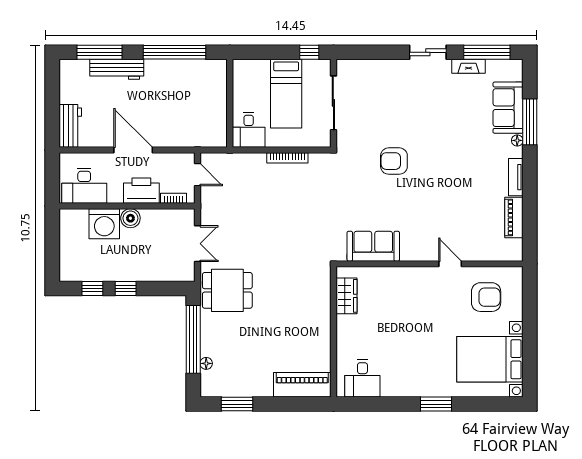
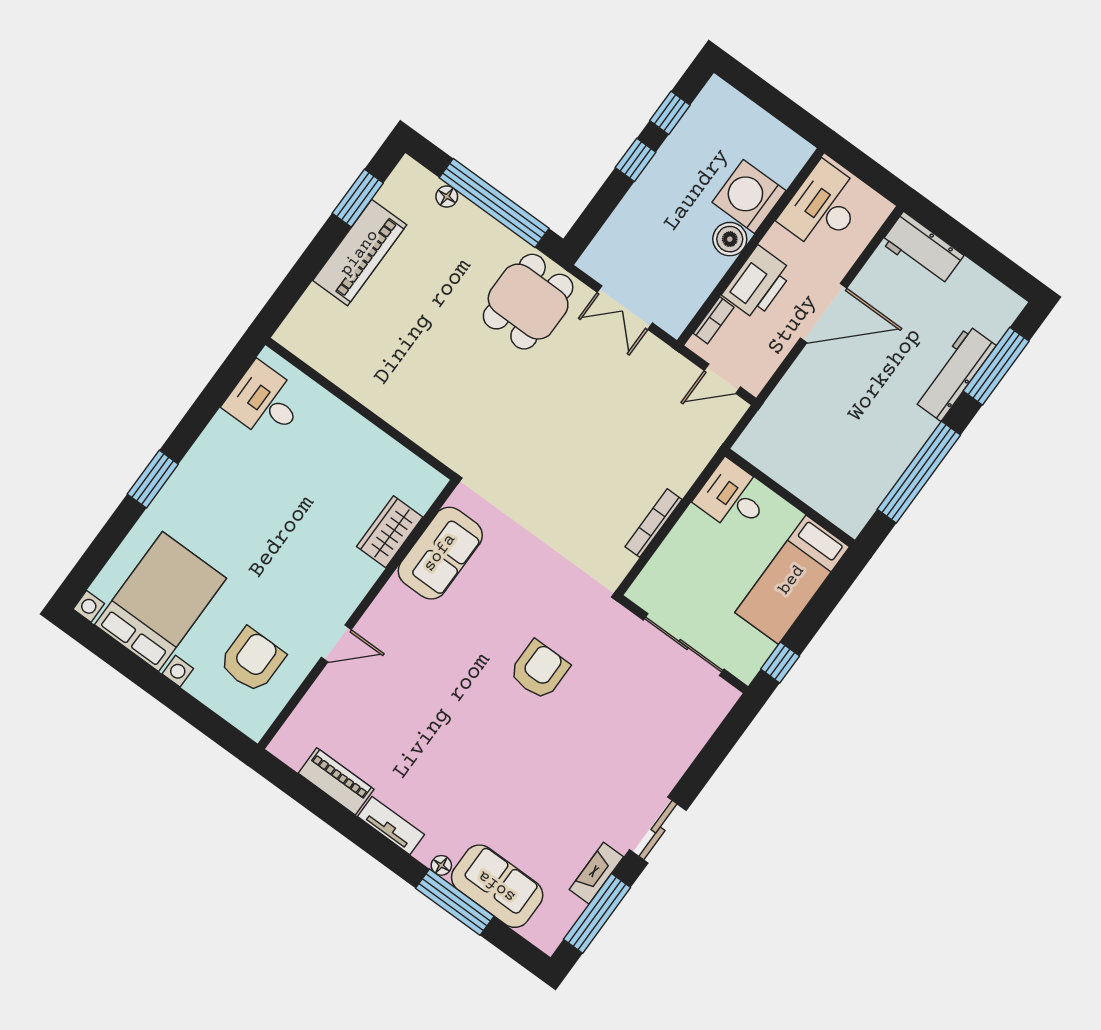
bed: (286, 94) -> (792, 580), moved, turned -90
wardrobe: (346, 296) -> (390, 532), moved, turned 90
armchair: (486, 297) -> (252, 660), turned 180
piano: (302, 385) -> (360, 253), moved

